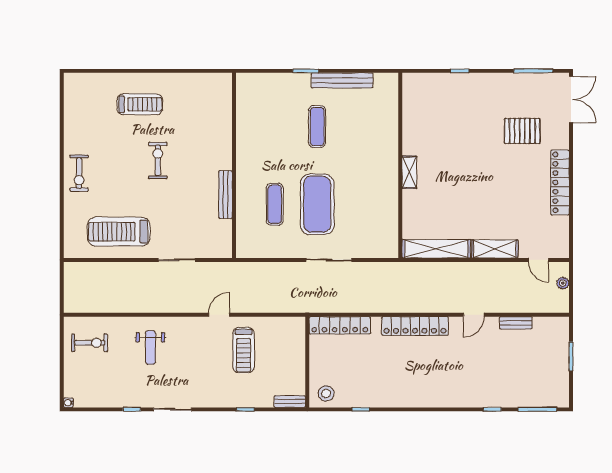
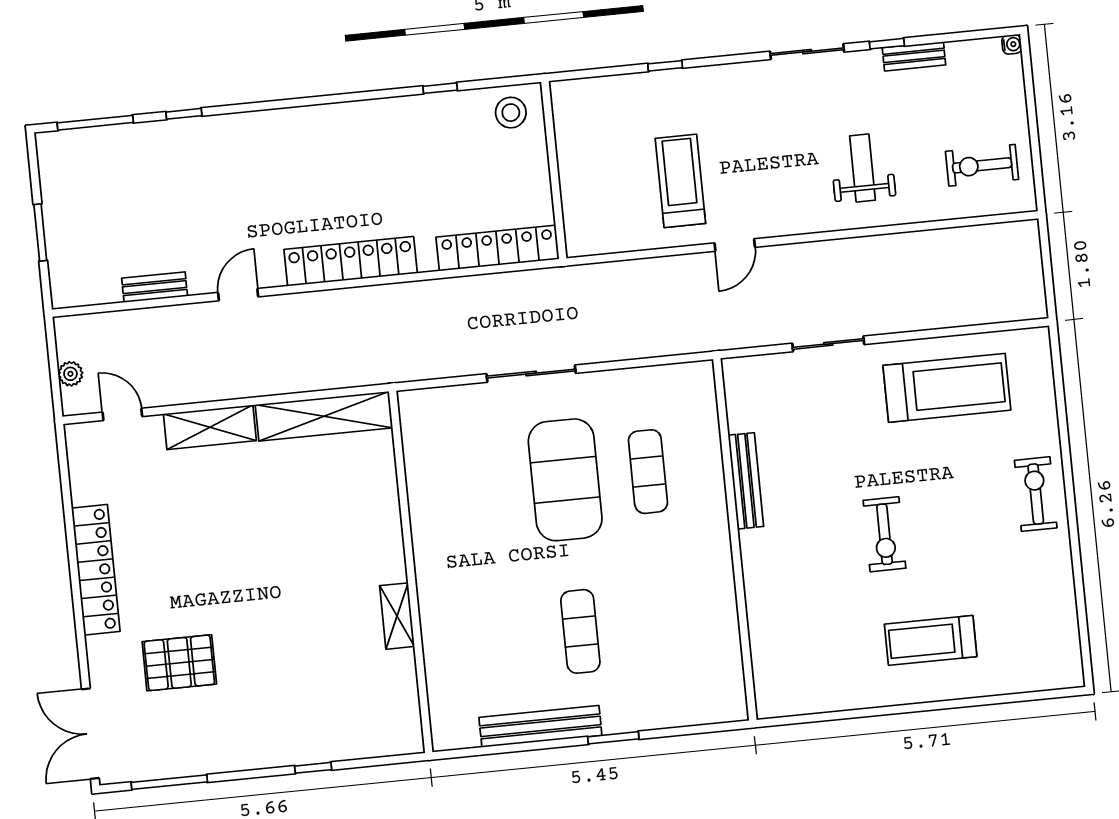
shelving: (409, 172) -> (397, 616), moved
bench: (290, 402) -> (914, 56), moved

